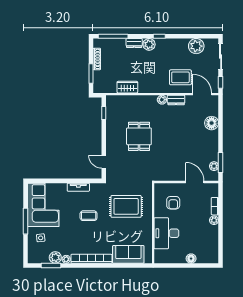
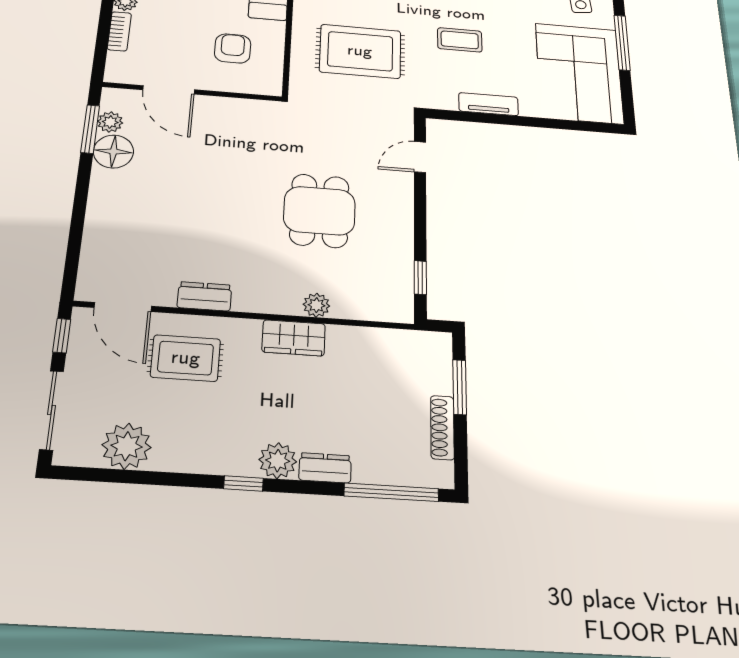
wardrobe: (127, 87) -> (294, 338), moved
plant: (162, 100) -> (316, 305), moved
floor lamp: (212, 123) -> (113, 151), moved
door: (104, 162) -> (420, 157), swing flipped

